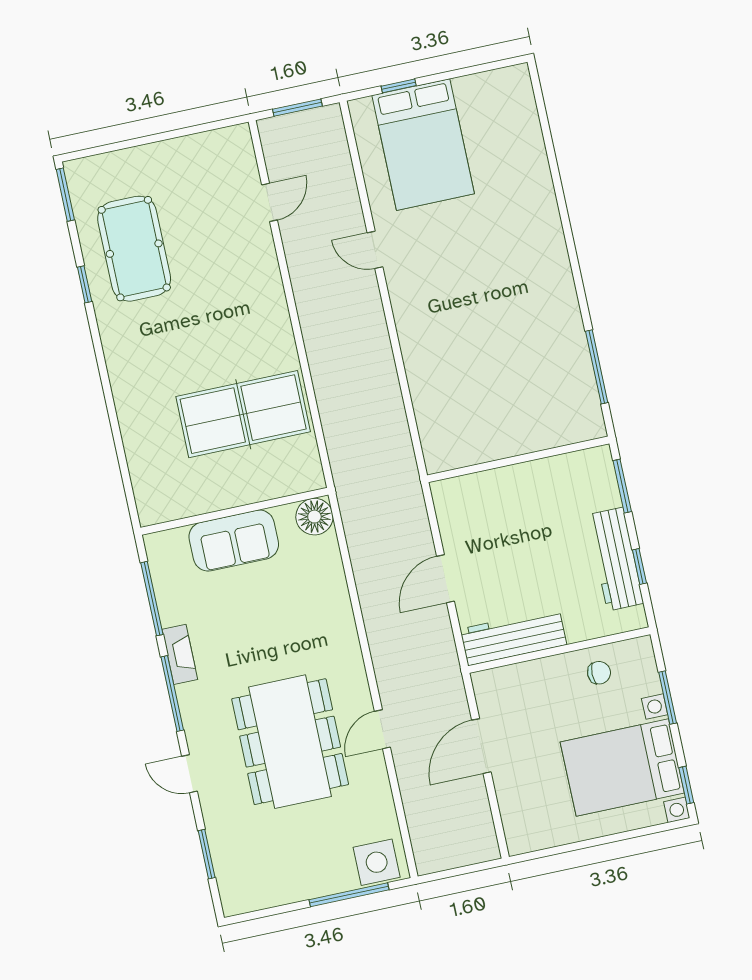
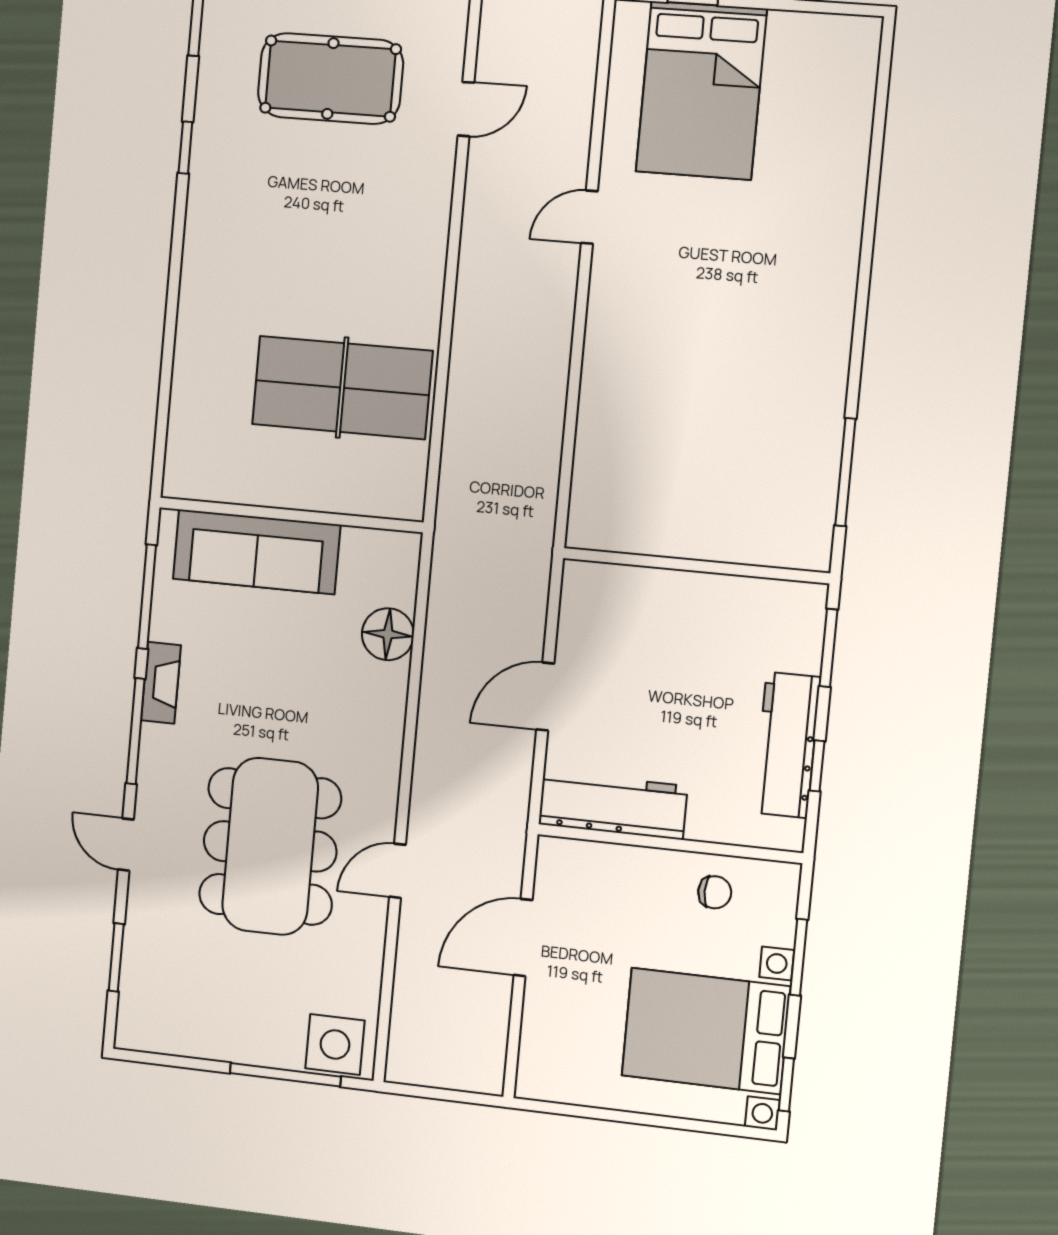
pool table: (134, 249) -> (330, 79), moved, turned 90
door: (375, 250) -> (589, 217), hinge flipped
floor lamp: (314, 517) -> (388, 634), moved
sofa: (234, 541) -> (256, 552), width x1.36

